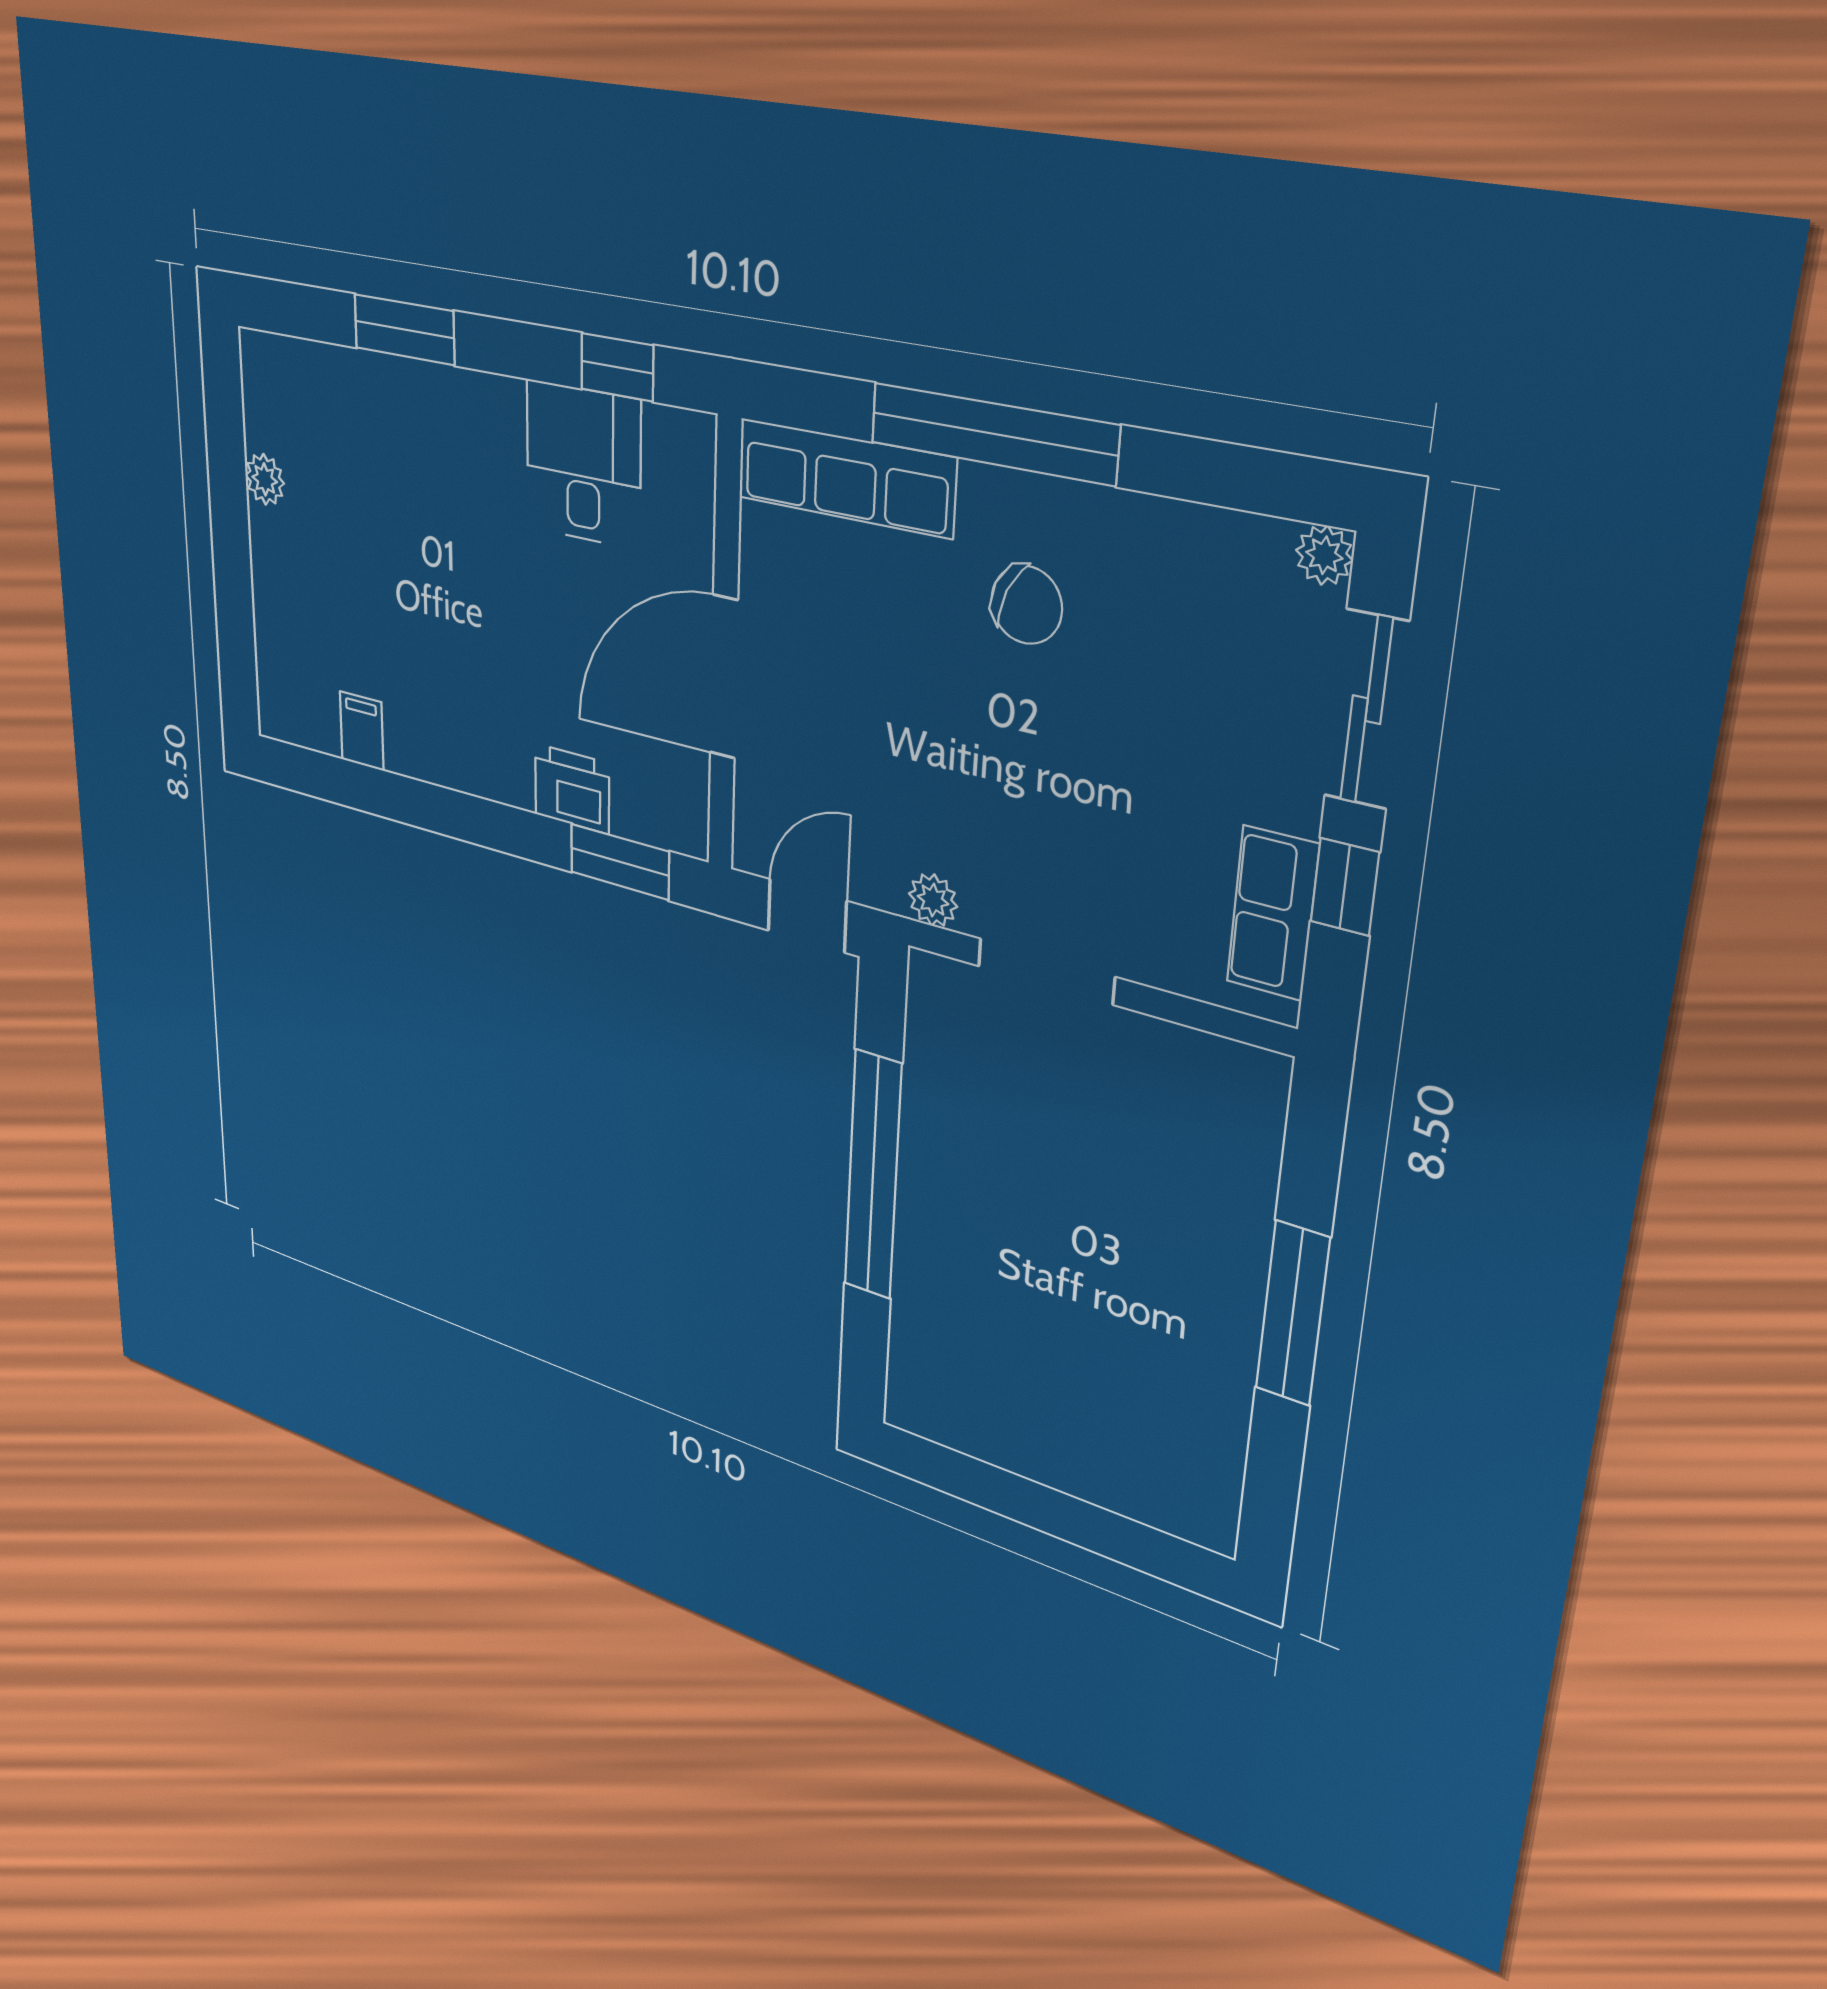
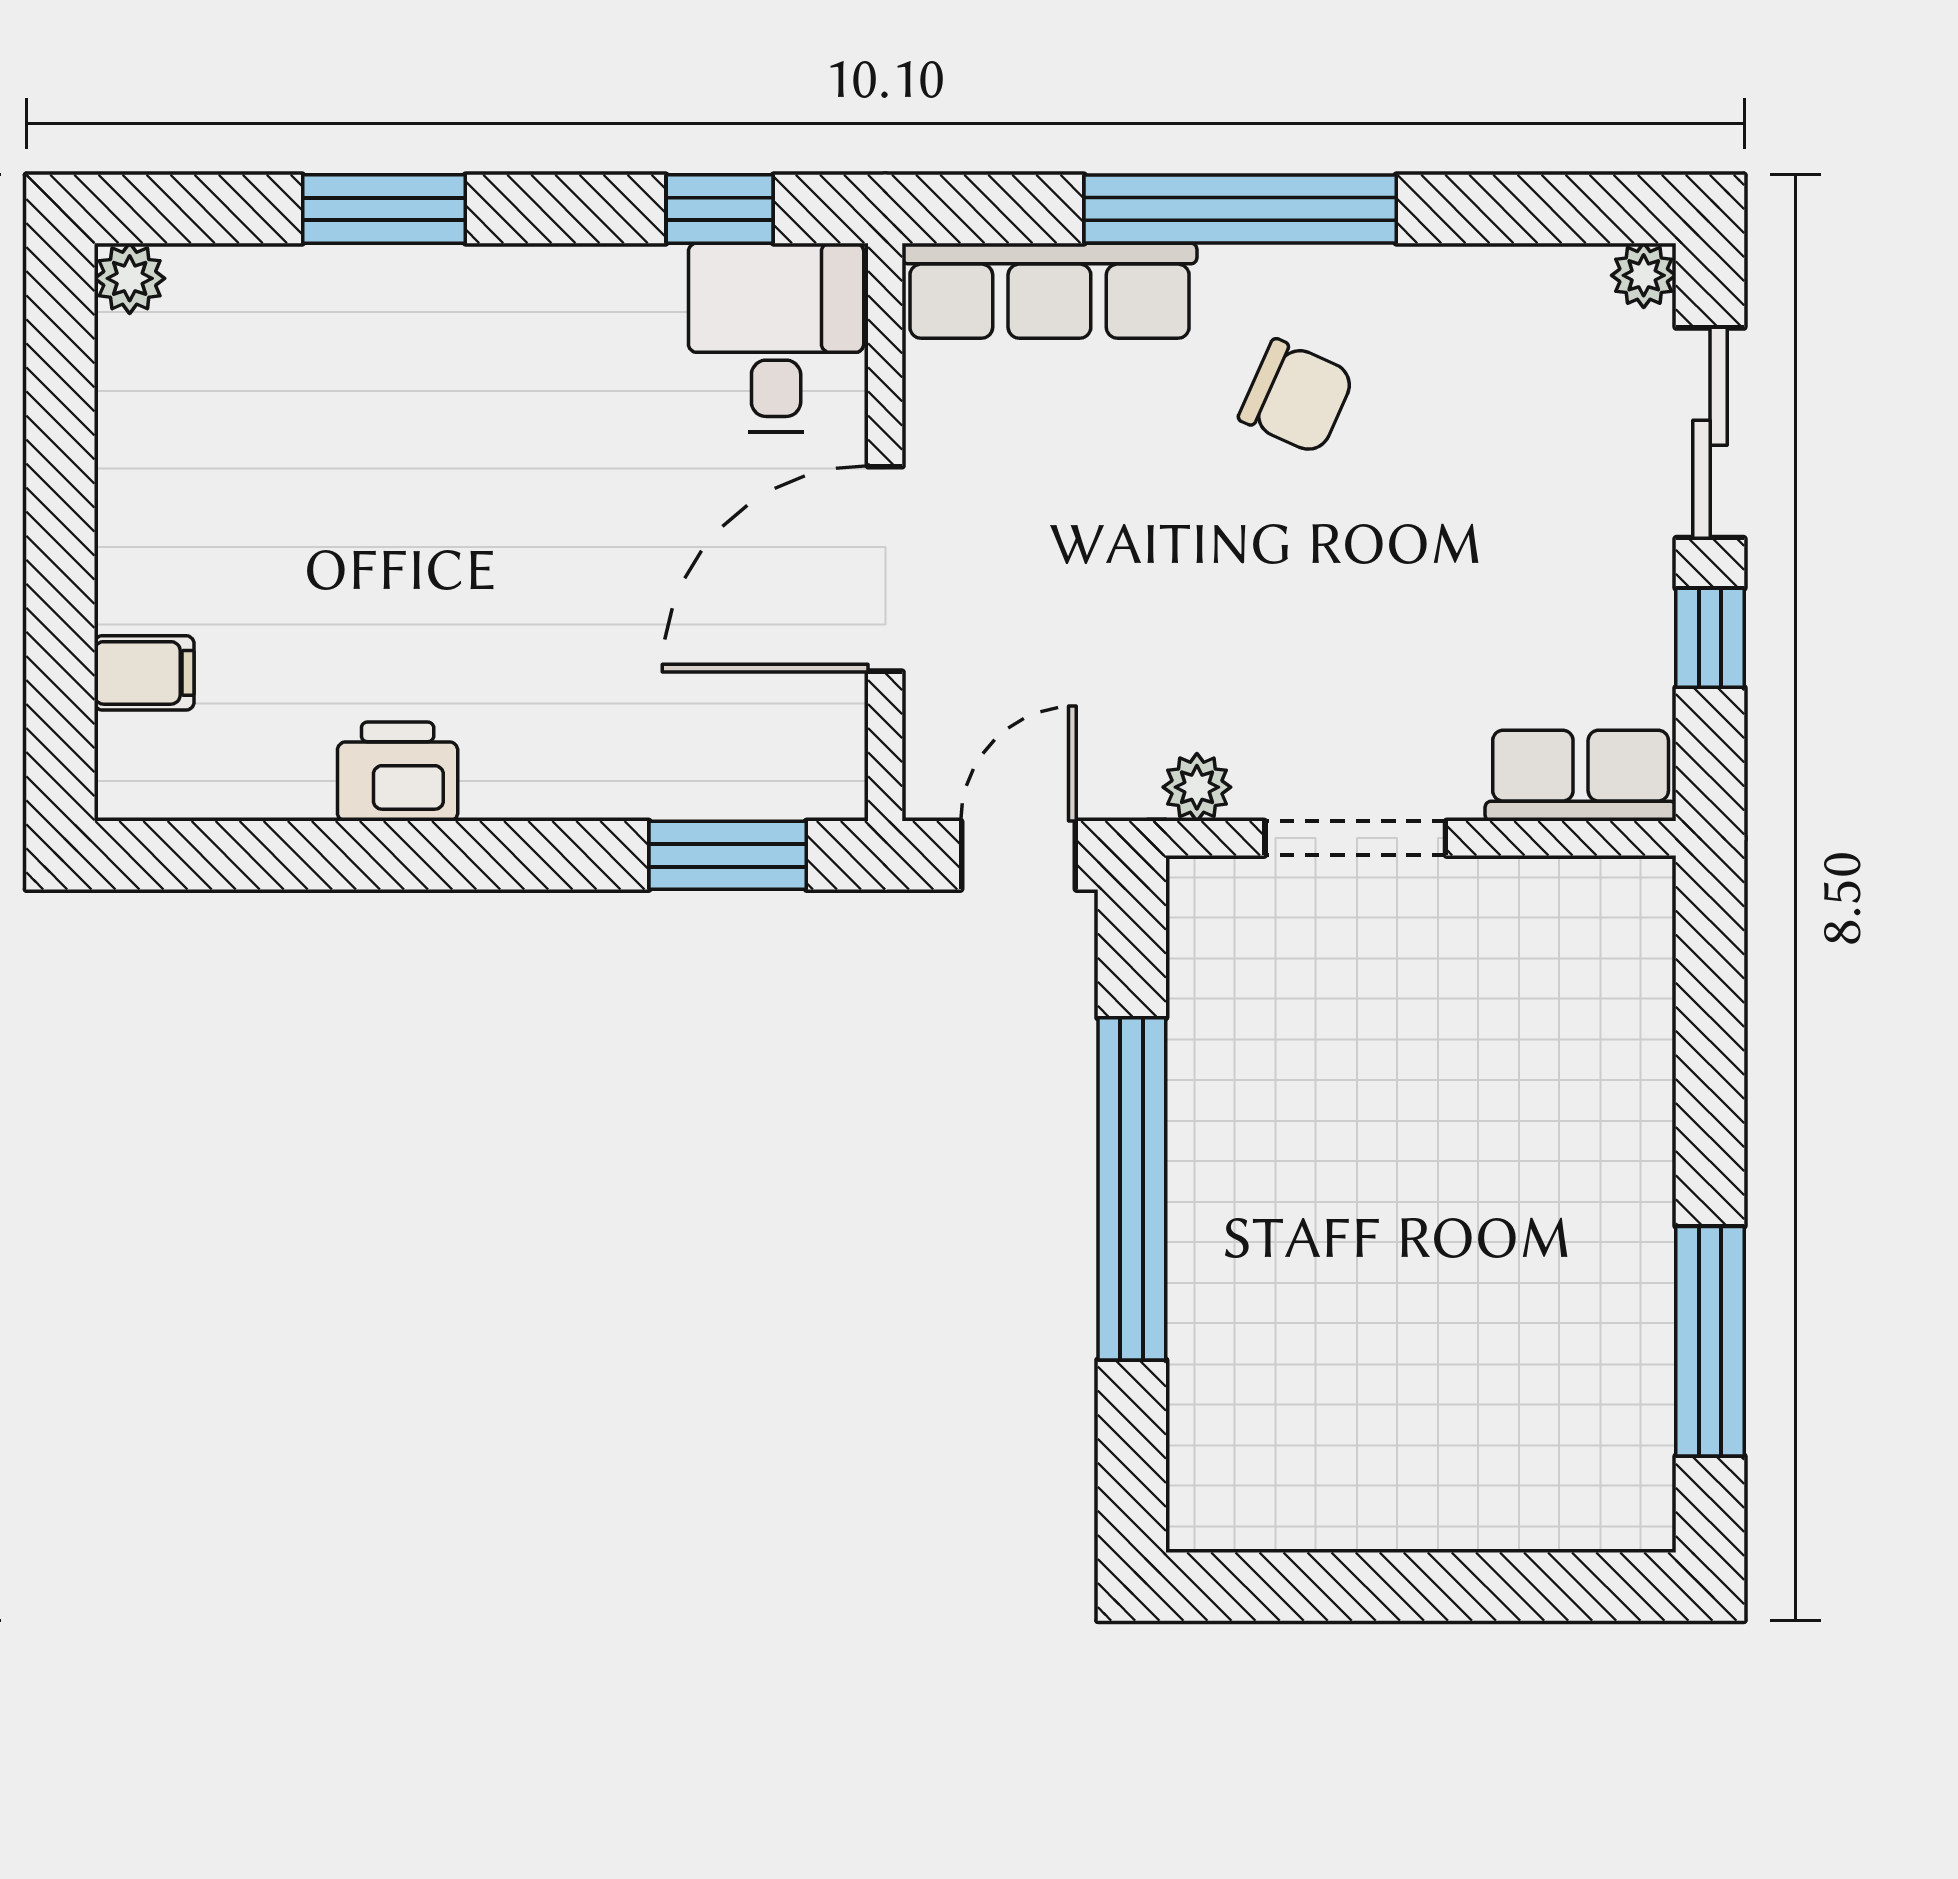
desk: (583, 465) -> (776, 337), moved
plant: (265, 479) -> (130, 278), moved
filing cabinet: (362, 731) -> (144, 673), moved, turned 90
printer: (572, 789) -> (398, 772), moved
row of seats: (1273, 913) -> (1581, 776), moved, turned 90
window: (1293, 1314) -> (1710, 1341), moved

